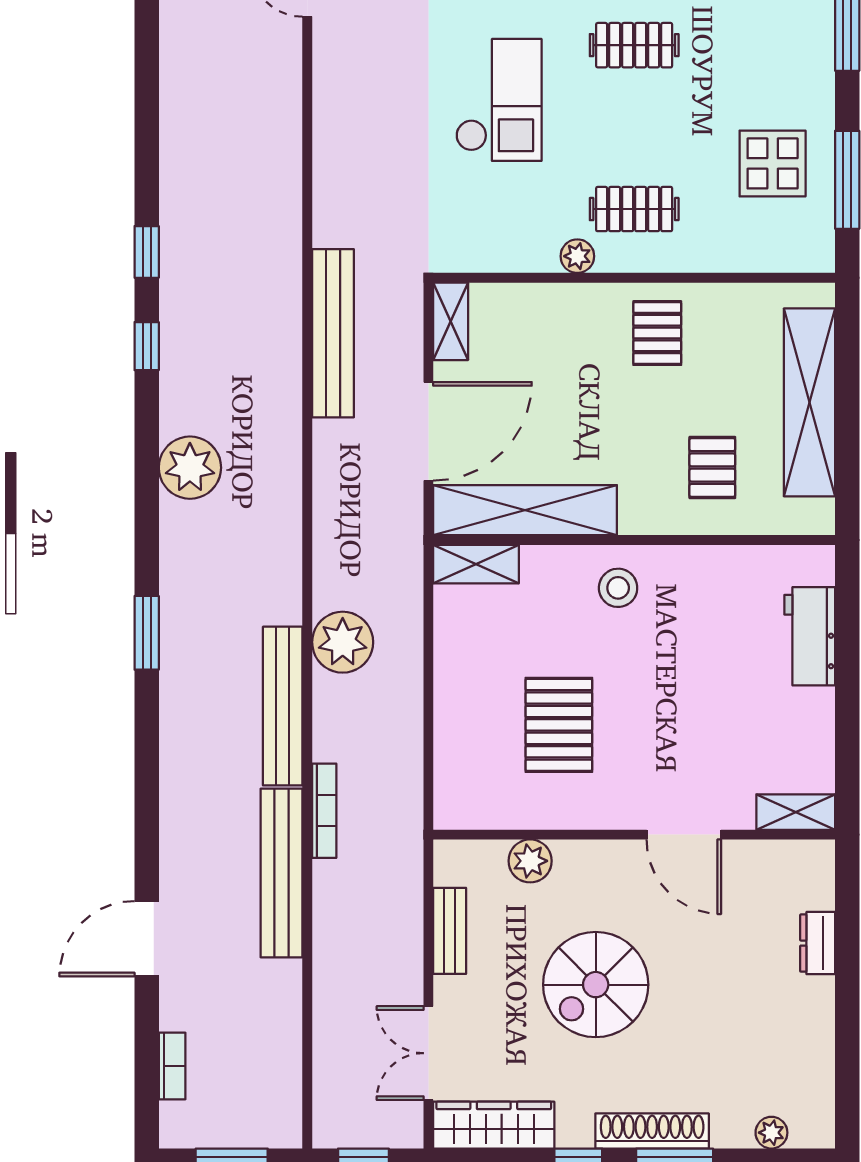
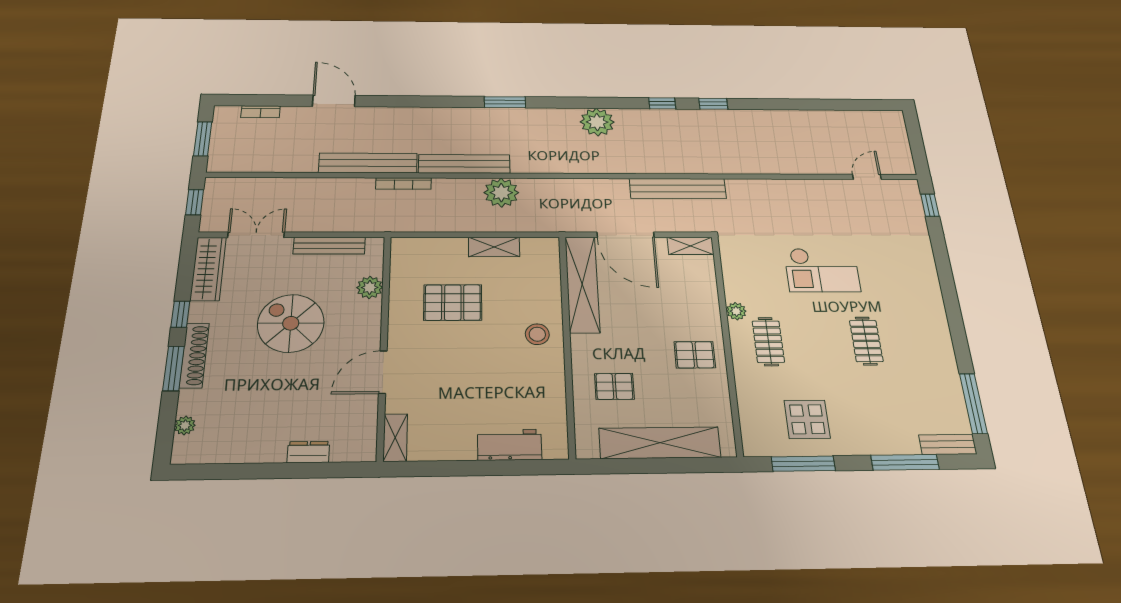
shelving: (476, 564) -> (494, 247), moved, turned 90
bench: (450, 931) -> (329, 246), width x1.36

